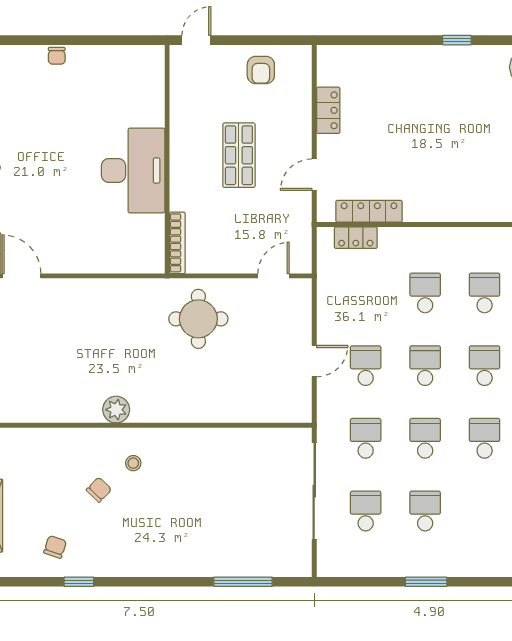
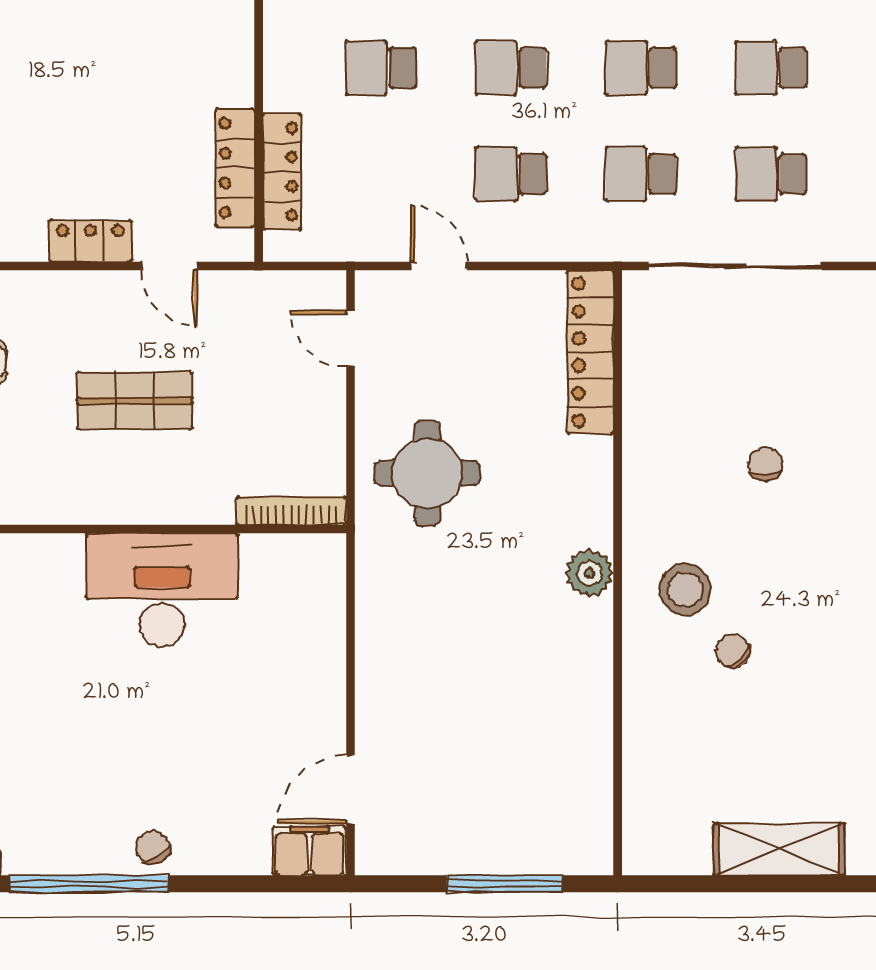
locker: (328, 110) -> (90, 241), moved
locker: (356, 238) -> (282, 172), width x1.53
door: (314, 361) -> (439, 266), moved
plant: (116, 410) -> (589, 573), moved
locker: (266, 410) -> (590, 352), added
stool: (133, 463) -> (685, 590), width x1.89, depth x1.89
chair: (55, 547) -> (766, 464), moved, turned 72

